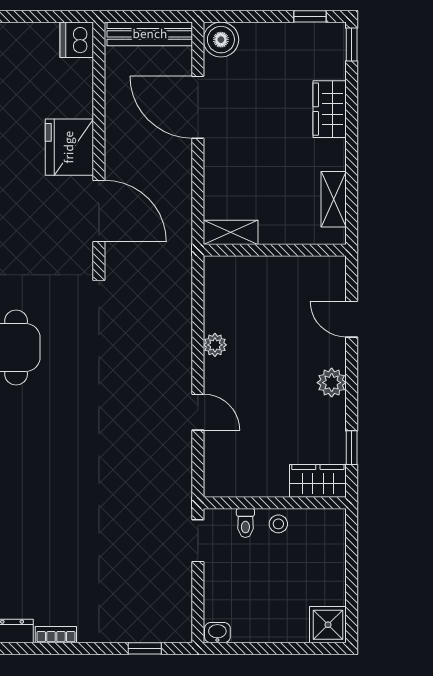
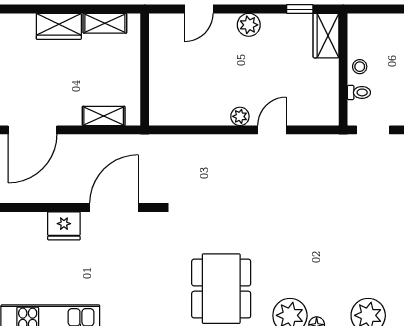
wardrobe: (330, 109) -> (59, 26), moved
fridge: (69, 147) -> (64, 226), width x0.73, depth x0.75
shelving: (231, 232) -> (104, 116), moved, turned 90
plant: (215, 345) -> (240, 116), moved

